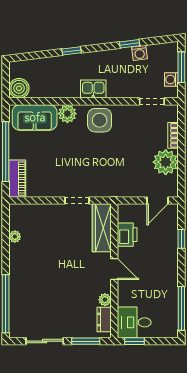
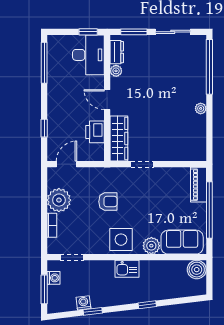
armchair: (113, 161) -> (108, 202), added
plant: (15, 237) -> (201, 108), moved
desk: (134, 322) -> (88, 55), width x1.37

